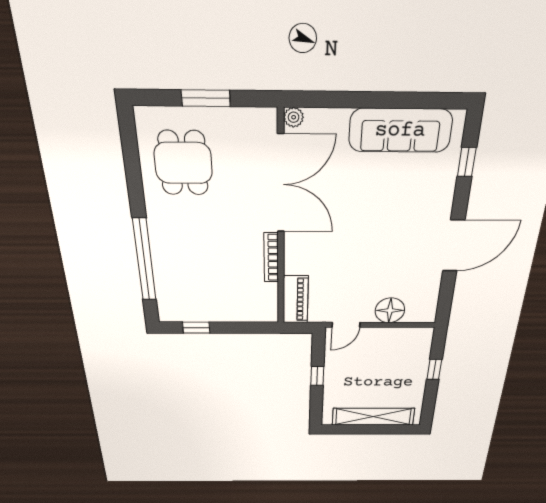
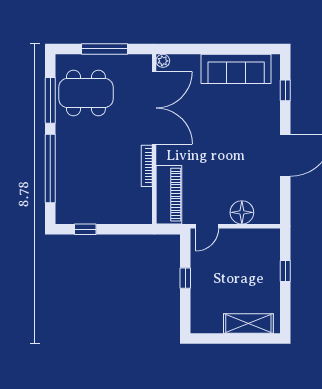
window: (206, 98) -> (105, 49), width x1.44
dining table: (183, 163) -> (86, 93), width x1.38
window: (133, 173) -> (50, 100), added
piano: (296, 299) -> (169, 195), width x1.37, depth x1.33
shelving: (373, 417) -> (248, 324), width x0.68

